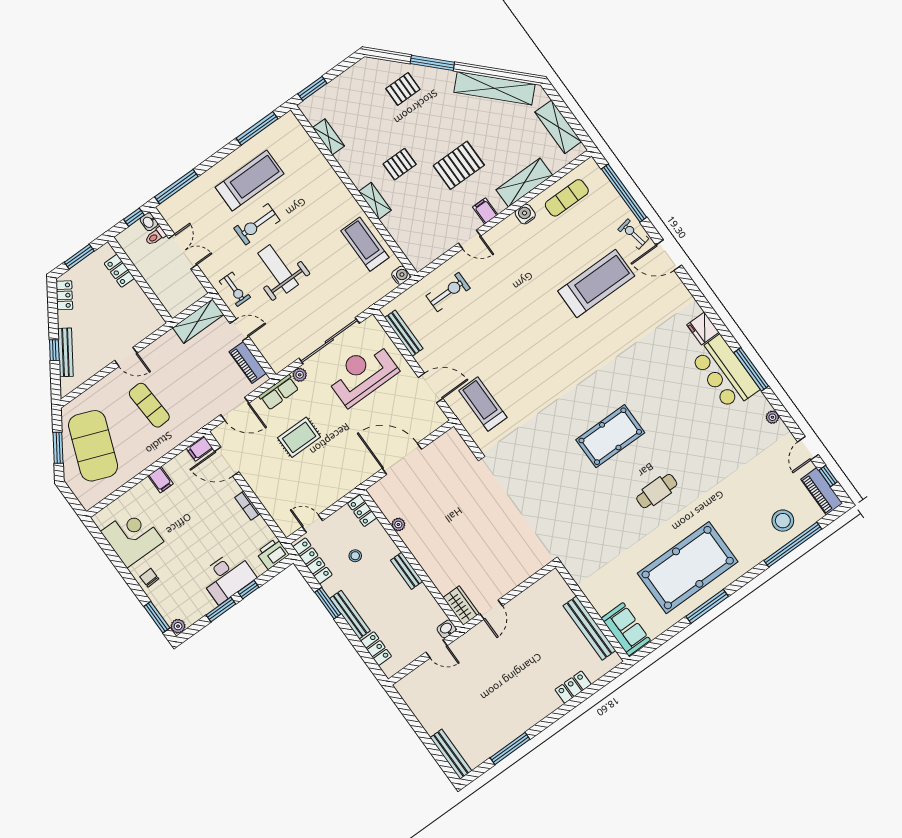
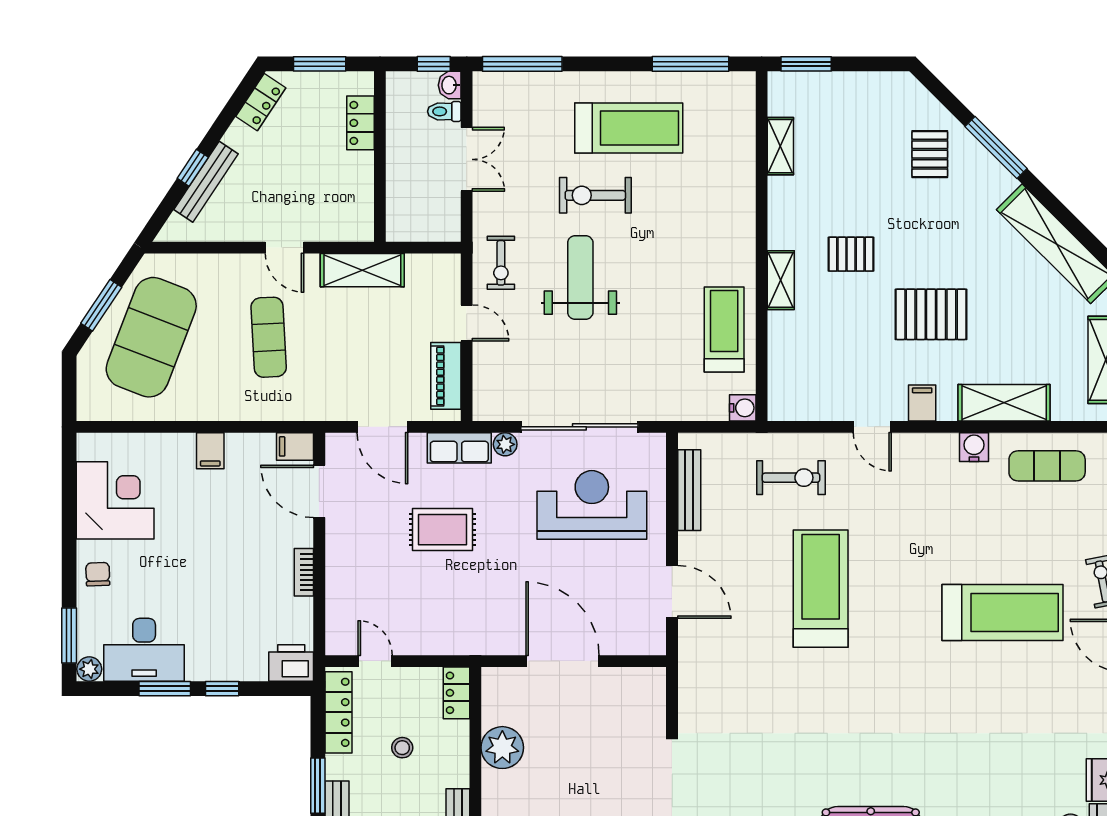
pallet: (403, 89) -> (930, 154), turned 90
shelving: (198, 321) -> (362, 270), moved
treadmill: (483, 404) -> (821, 589), moved, width x1.37, depth x1.38
plant: (398, 525) -> (502, 748), width x1.88, depth x1.88
desk: (227, 577) -> (144, 650), moved

